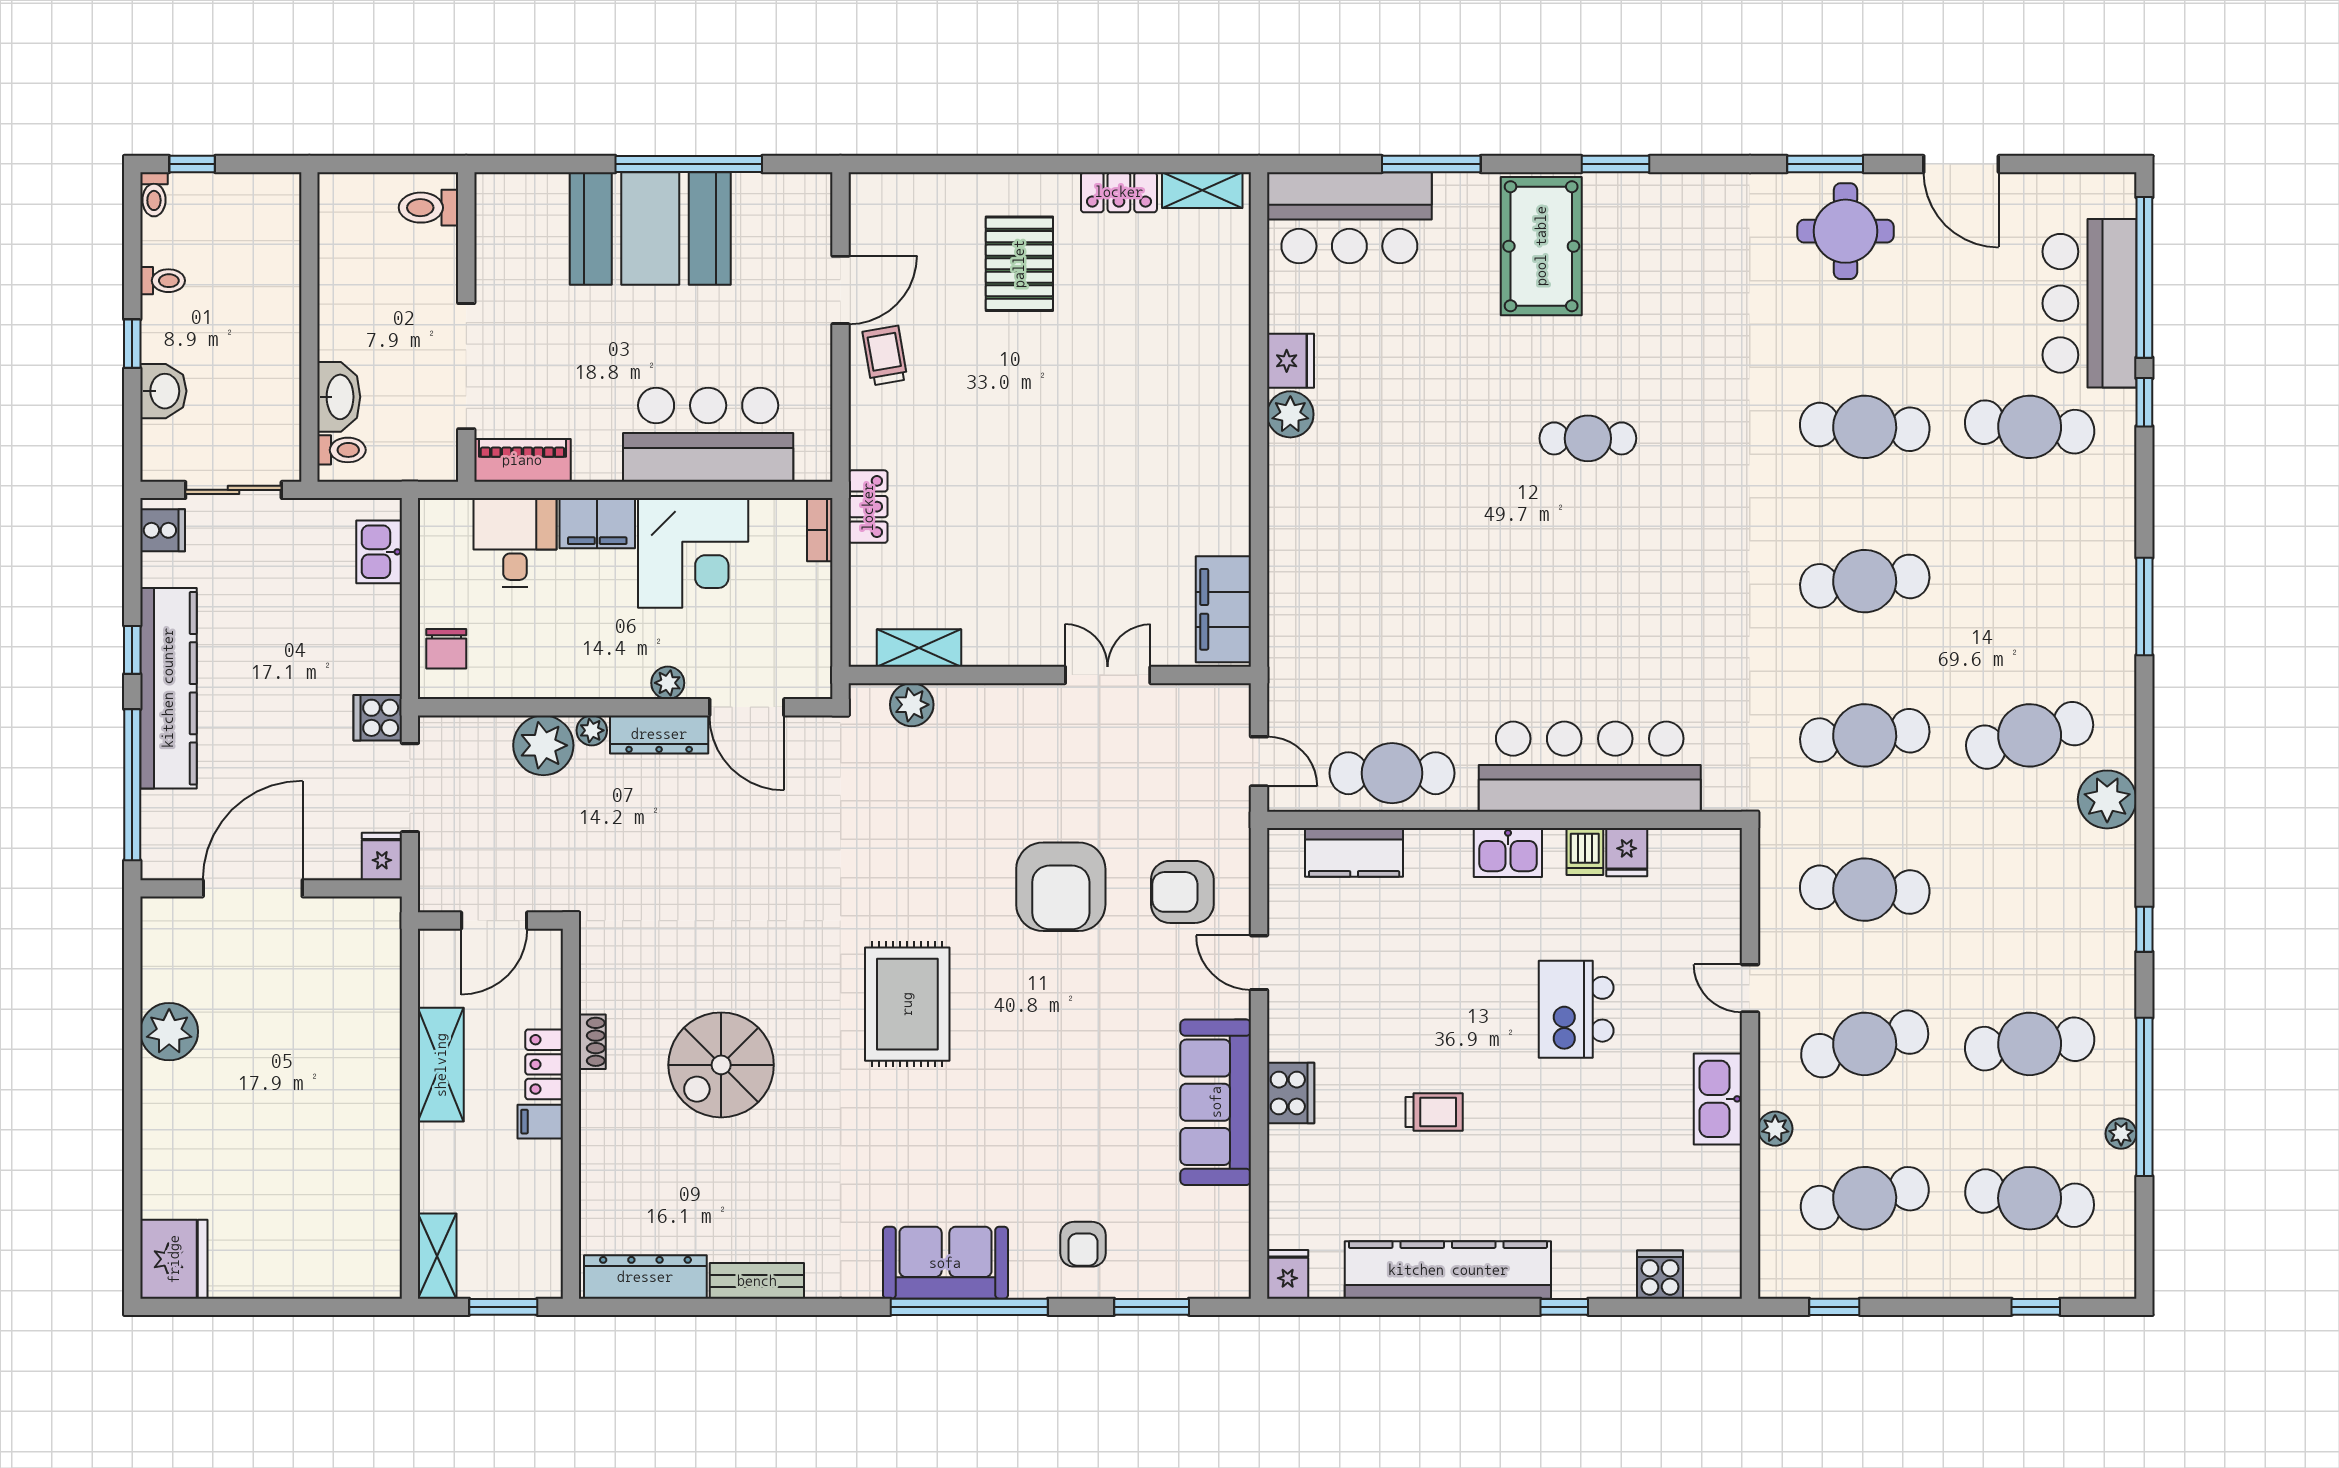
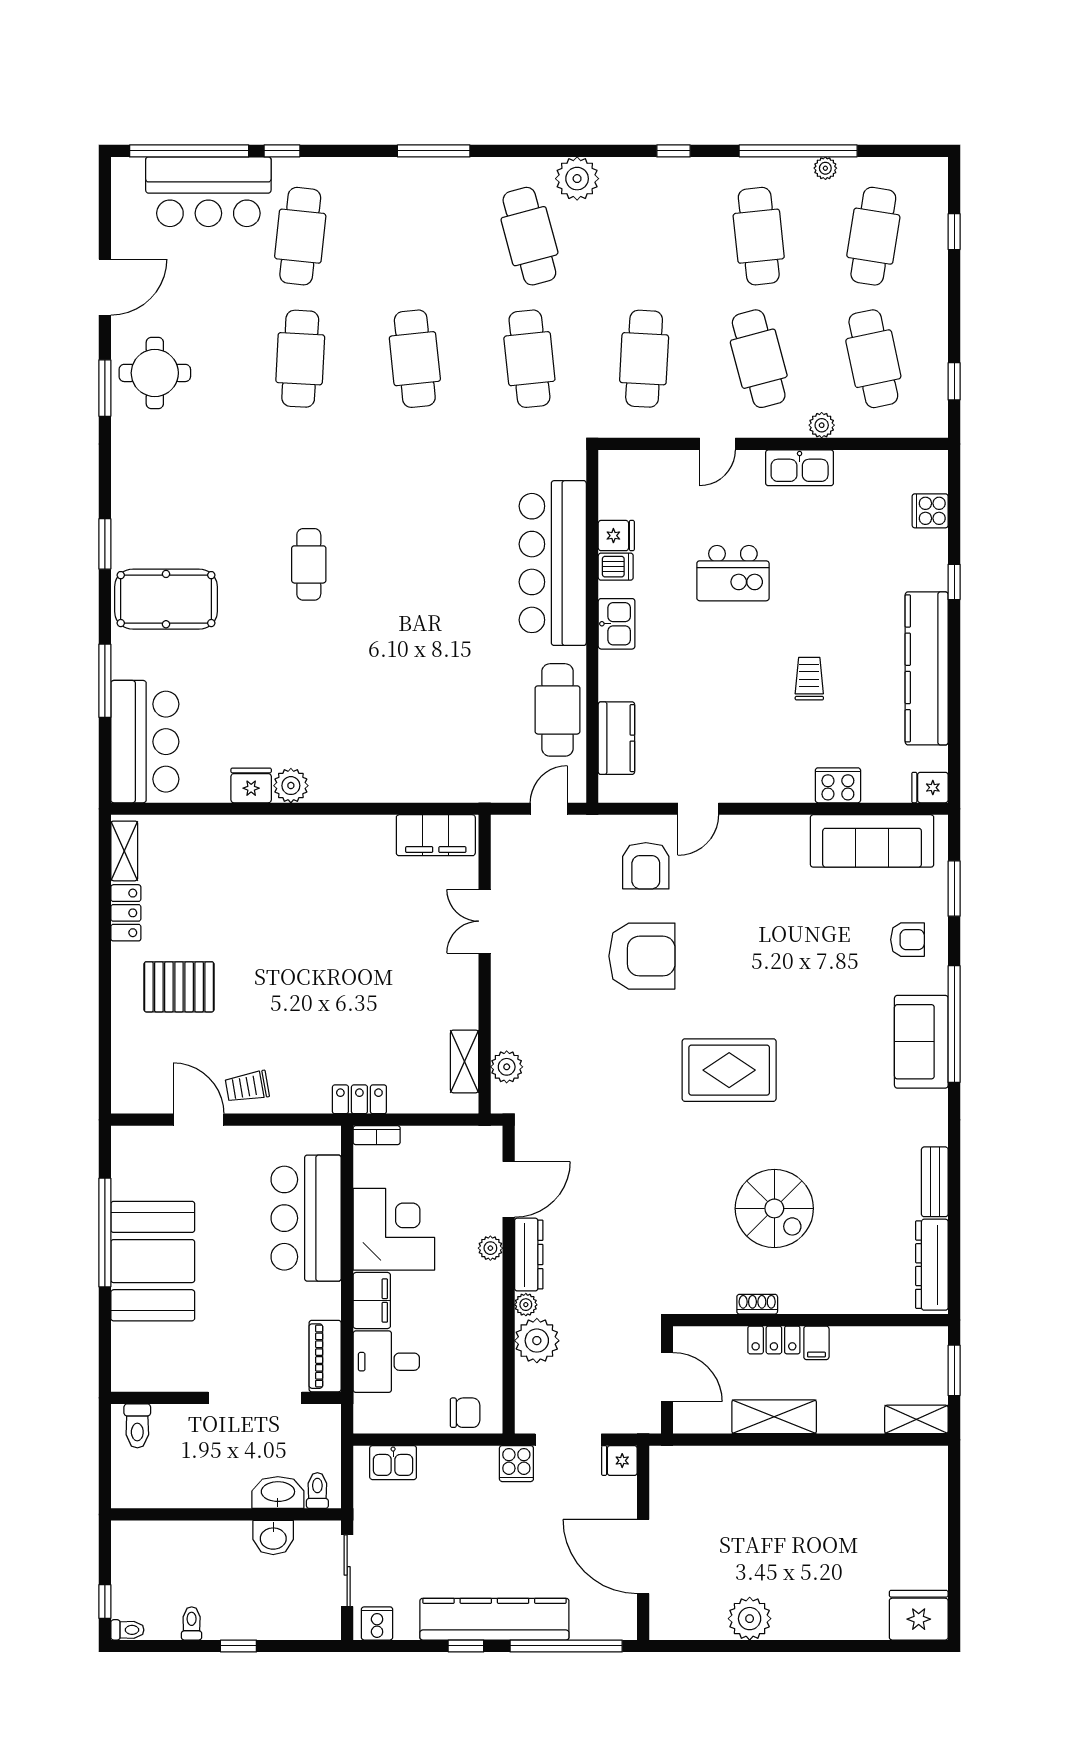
washbasin: (163, 391) -> (273, 1538), moved, turned 180
cooker: (1291, 1093) -> (838, 785), moved
sofa: (1216, 1102) -> (872, 841), moved

